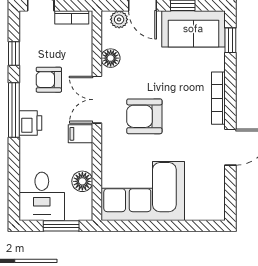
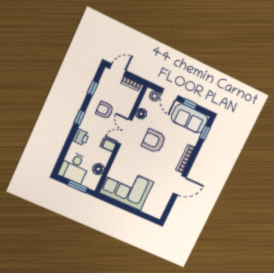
window: (14, 110) -> (80, 117), width x0.46
armchair: (144, 116) -> (154, 141), moved
printer: (30, 123) -> (81, 137), moved

